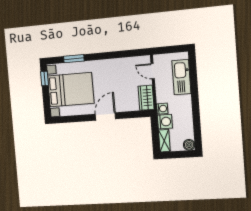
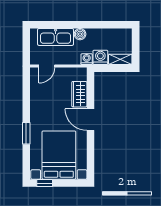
window: (74, 59) -> (26, 133), moved
wardrobe: (146, 98) -> (79, 94), moved, turned 90
boiler: (189, 145) -> (80, 34), moved

